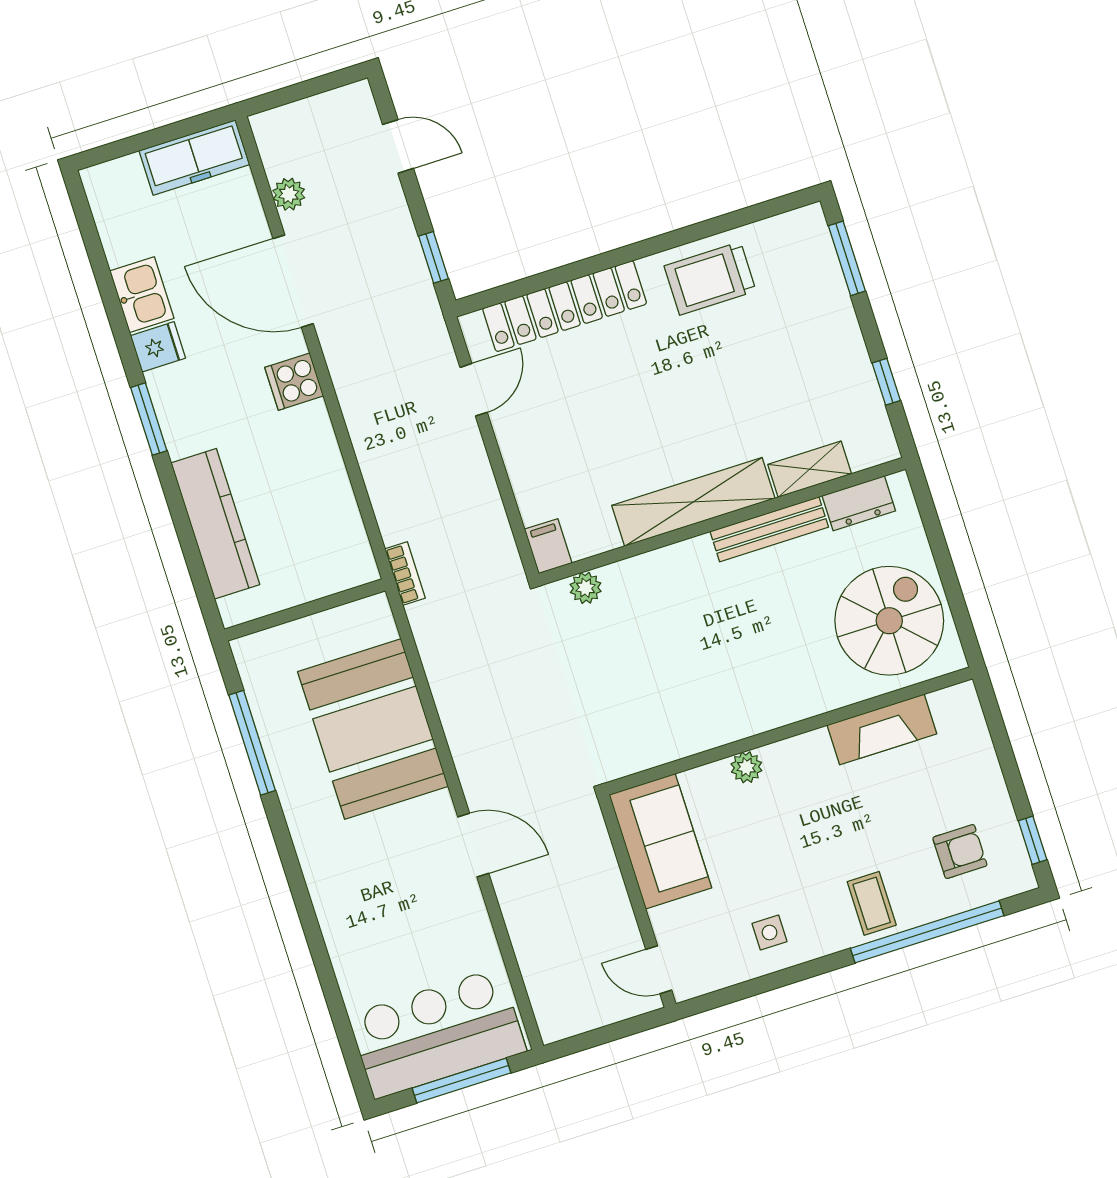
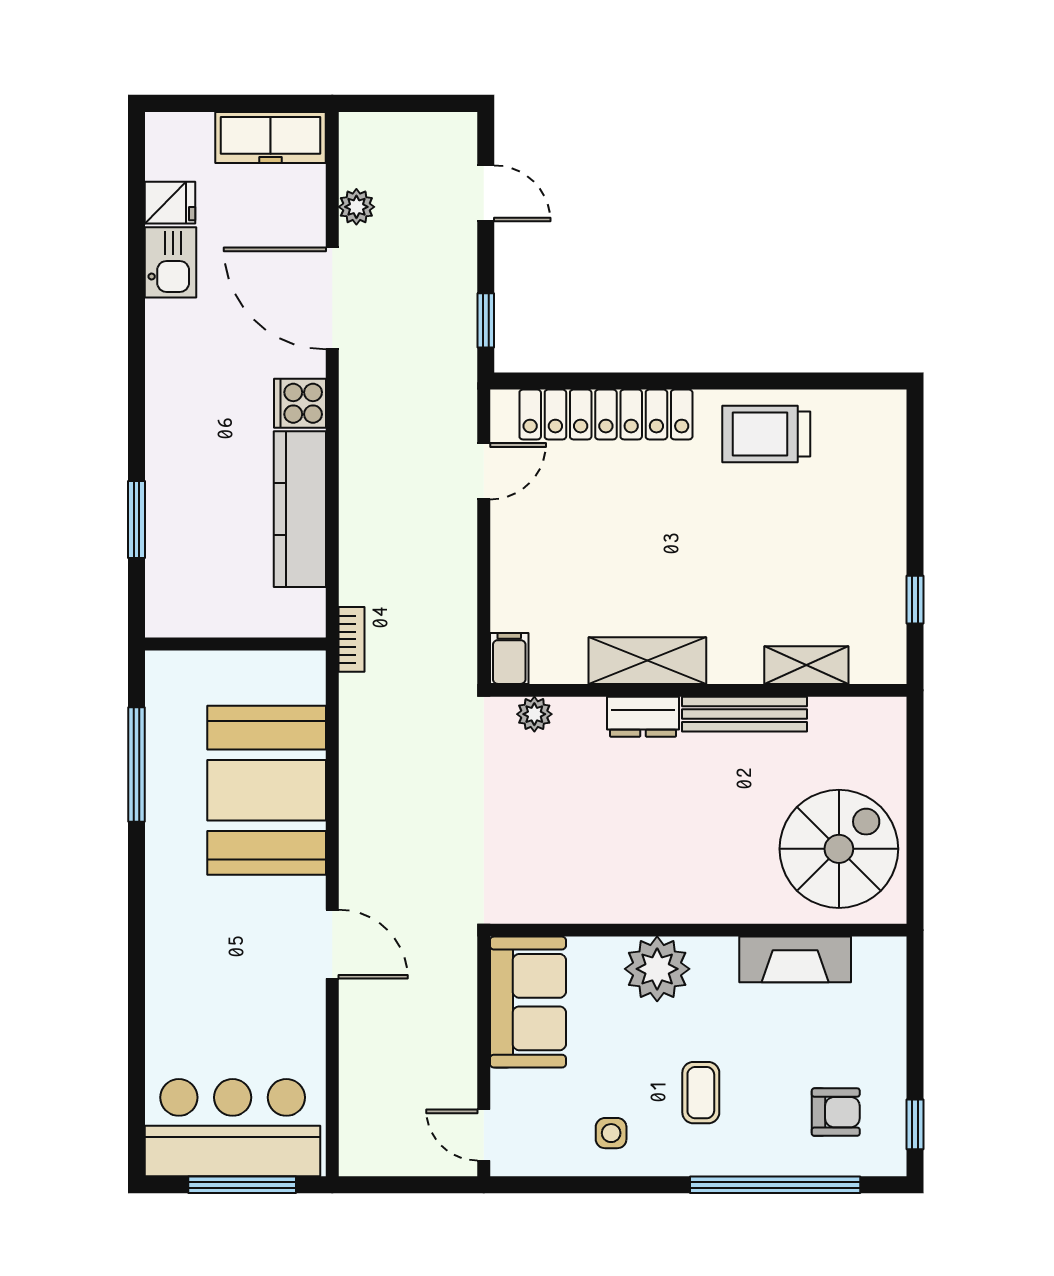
window: (847, 258) -> (915, 459), removed
fridge: (158, 347) -> (170, 203), moved
window: (149, 419) -> (137, 520), moved
shelving: (693, 502) -> (647, 661), width x0.68
dresser: (859, 503) -> (643, 717), moved
kitchen counter: (215, 524) -> (300, 509), moved, turned 180
plant: (746, 767) -> (657, 969), width x1.88, depth x1.88
coffee table: (872, 903) -> (701, 1093), moved

